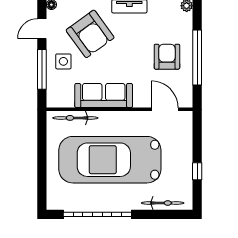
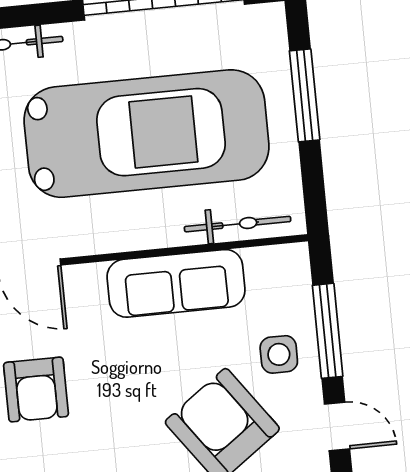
door: (42, 29) -> (337, 427), hinge flipped
window: (42, 169) -> (305, 95), added

